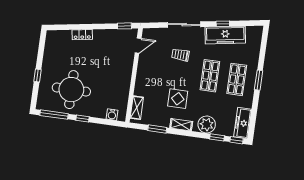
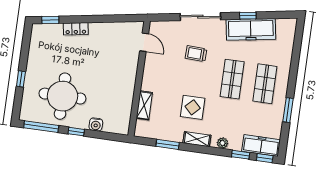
window: (124, 26) -> (50, 20), moved
door: (138, 46) -> (144, 42), hinge flipped
window: (259, 80) -> (288, 110), moved
shelving: (137, 108) -> (144, 105), moved
water cooler: (112, 115) -> (96, 124), moved
freezer: (243, 123) -> (261, 145), moved, turned 90
plant: (207, 124) -> (222, 143), width x0.53, depth x0.53

